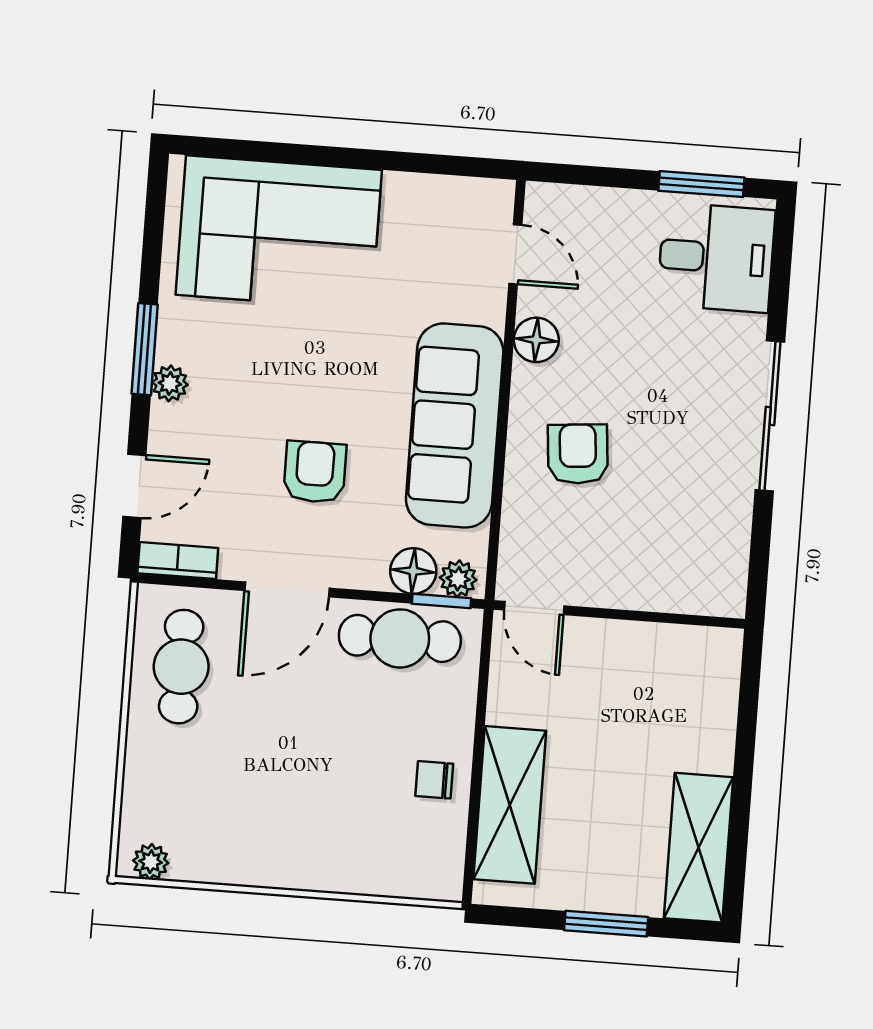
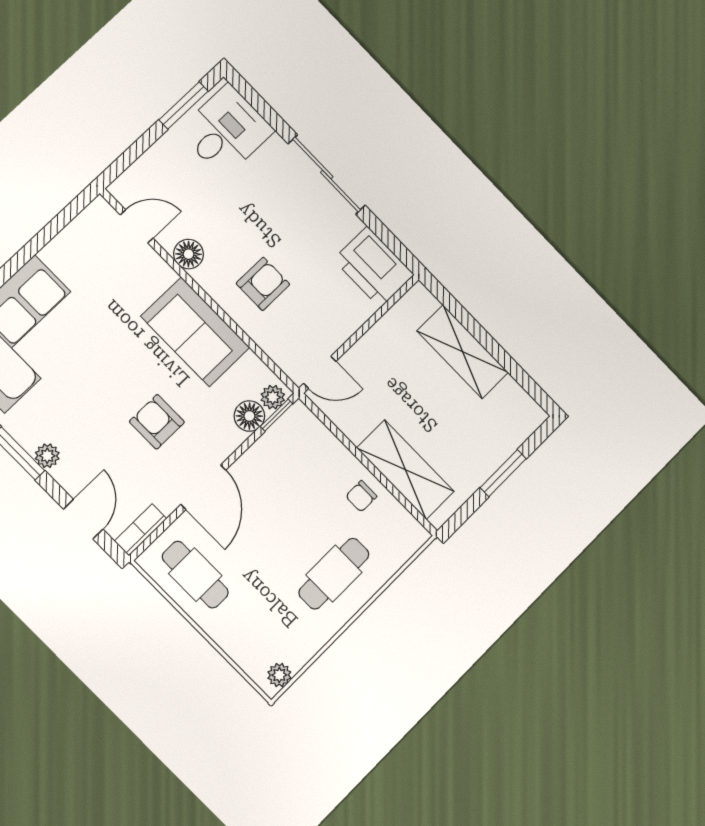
sofa: (455, 425) -> (195, 332), width x0.73
armchair: (578, 454) -> (263, 284), turned 95
printer: (711, 564) -> (374, 267), added
cafe table: (400, 638) -> (334, 574), moved
shelving: (698, 848) -> (463, 352), moved

